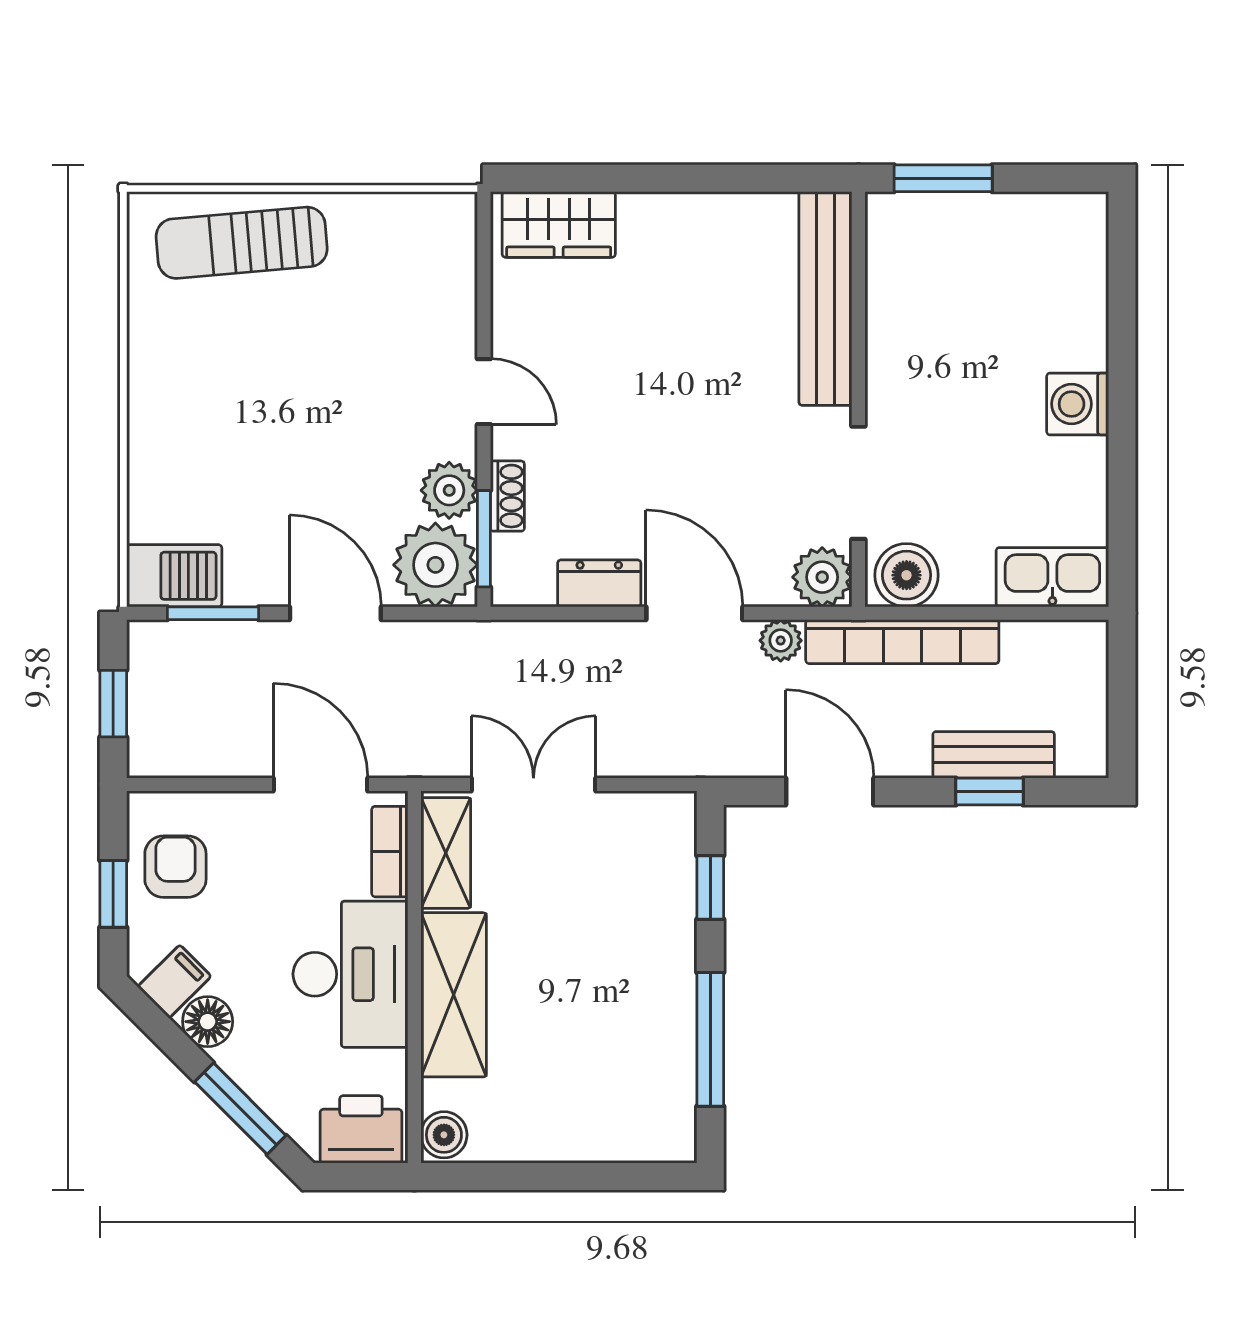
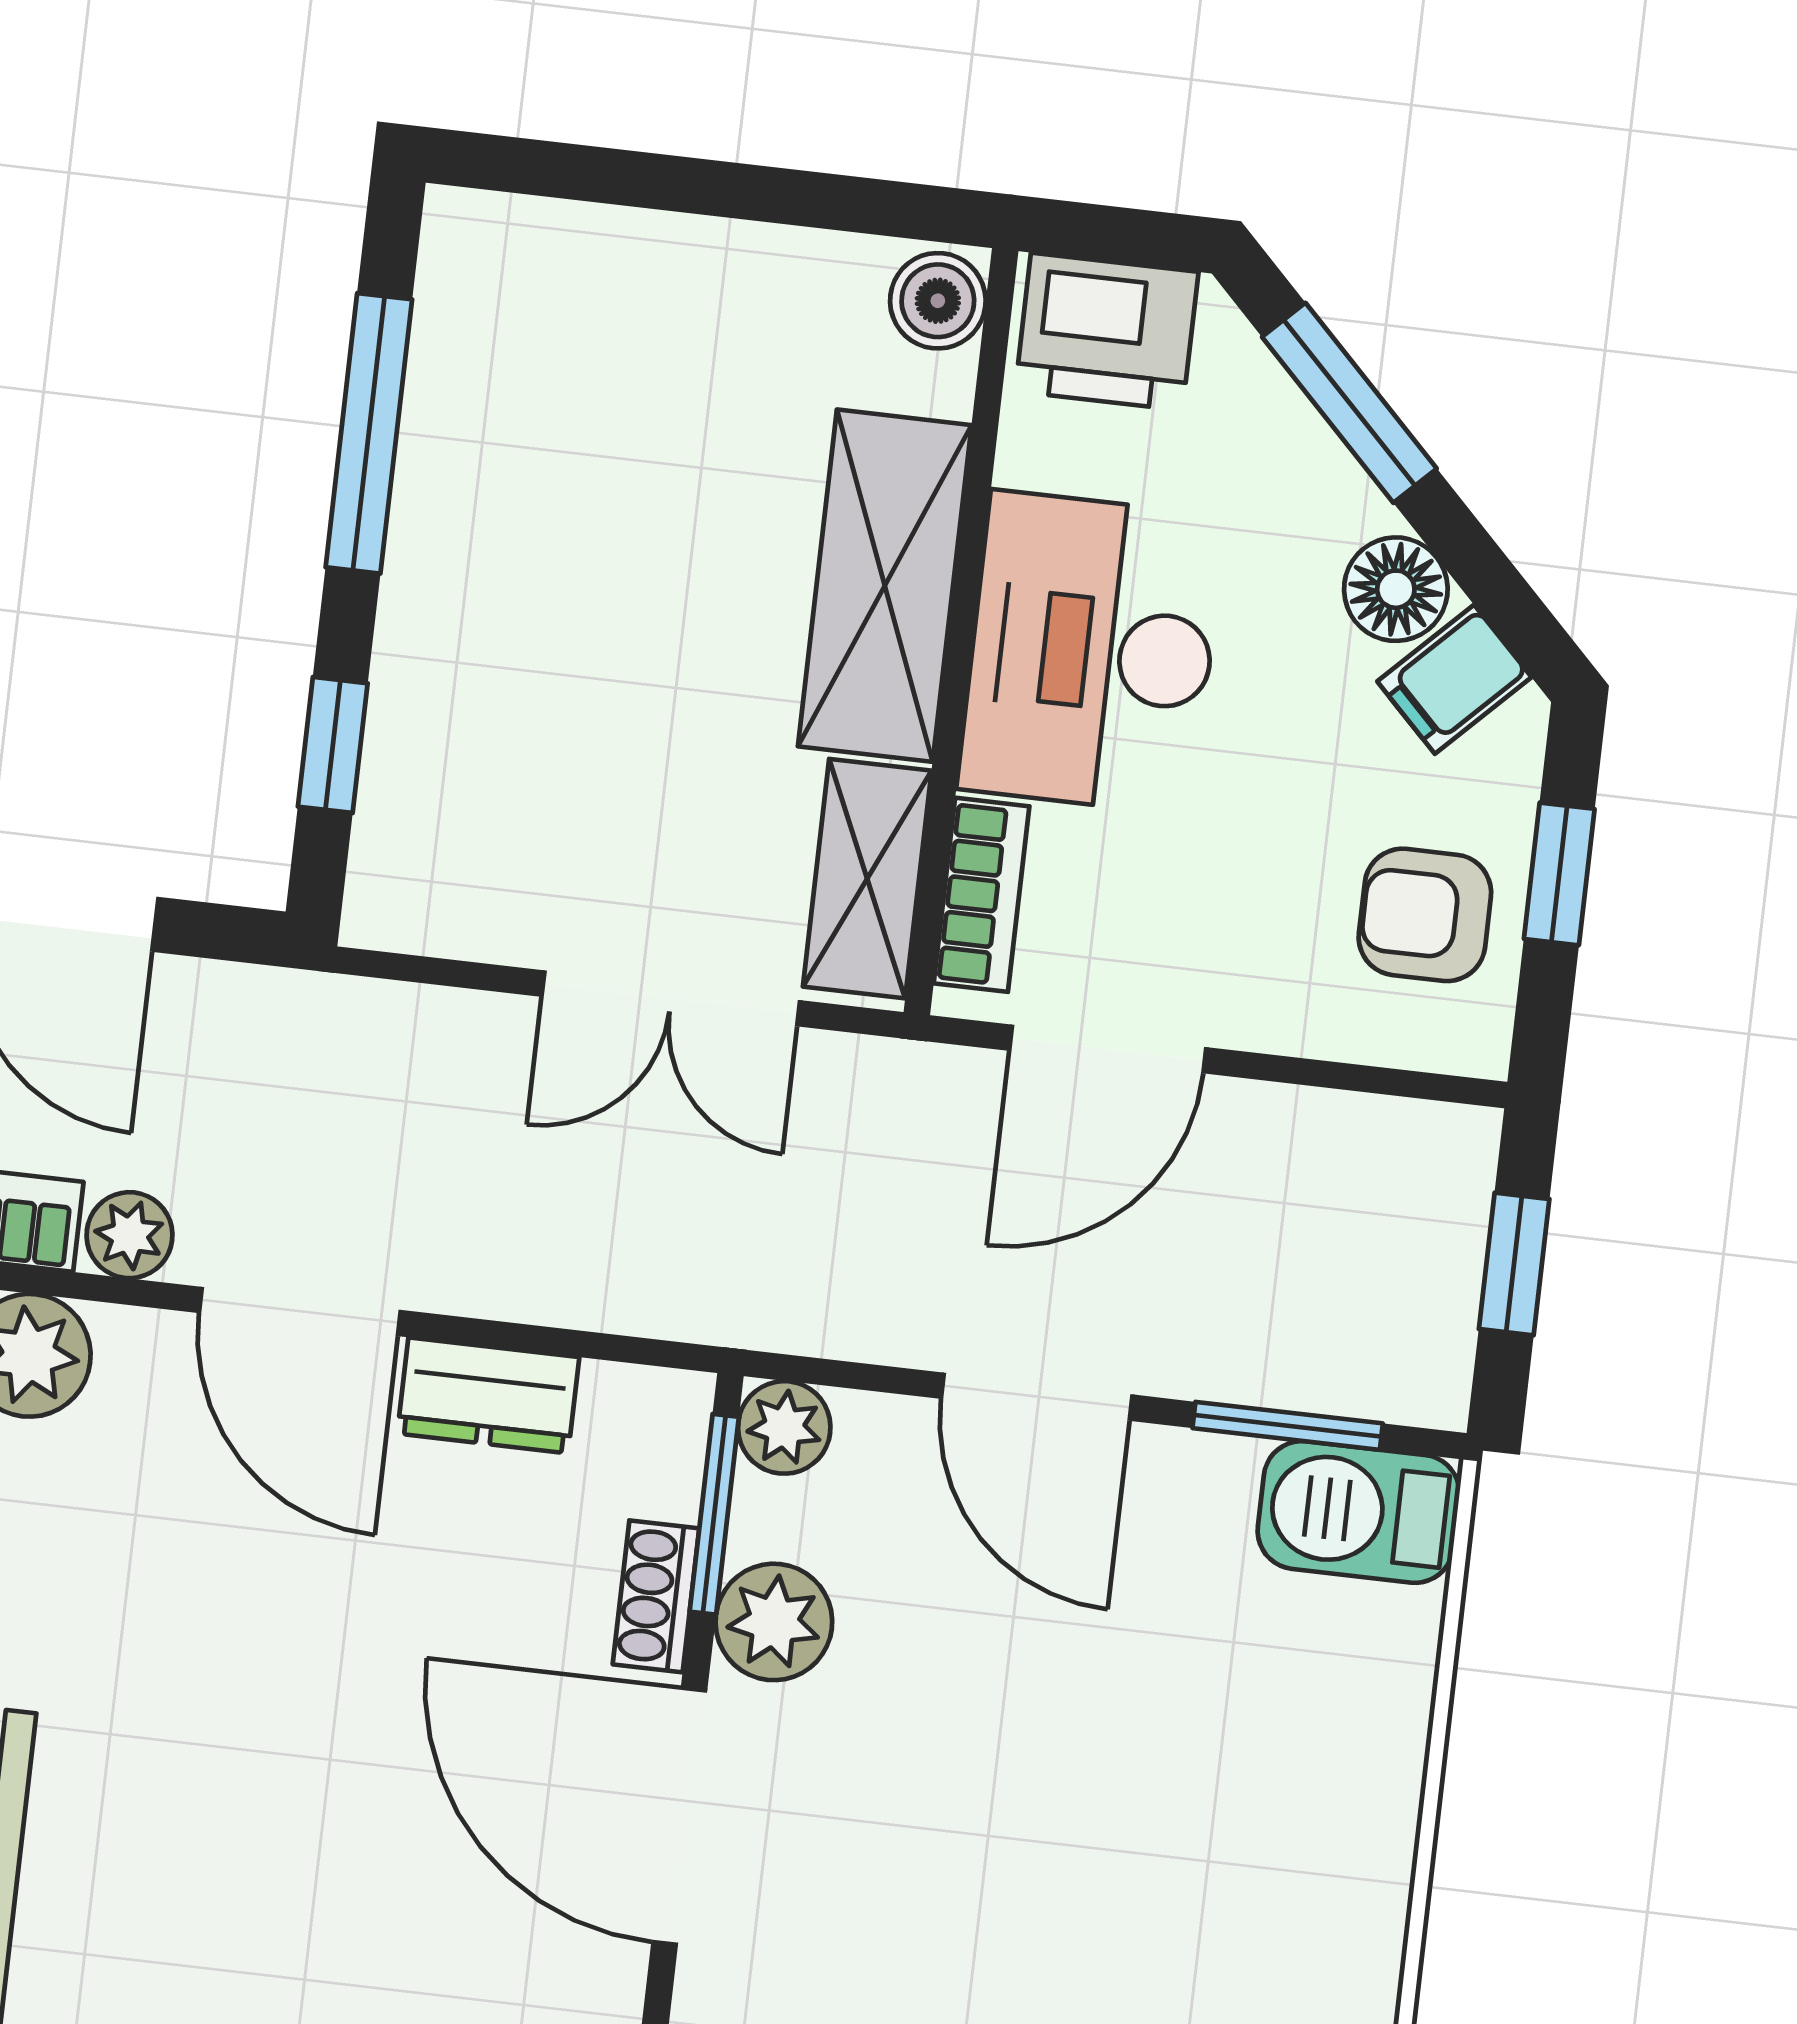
door: (484, 392) -> (679, 1816), width x1.88
plant: (435, 565) -> (784, 1427), width x0.53, depth x0.53
door: (321, 784) -> (1108, 1049), hinge flipped
armchair: (175, 867) -> (1425, 915), turned 90

